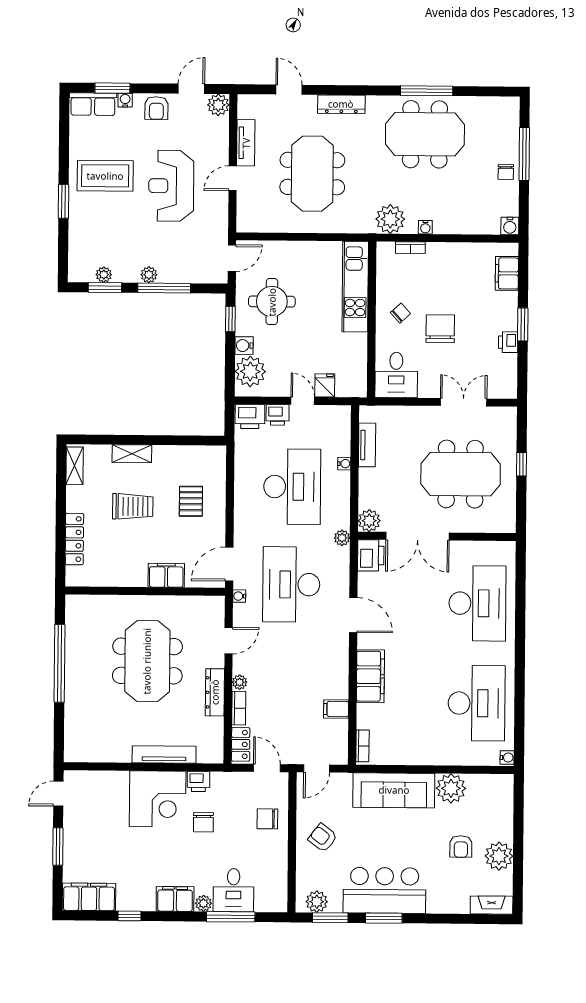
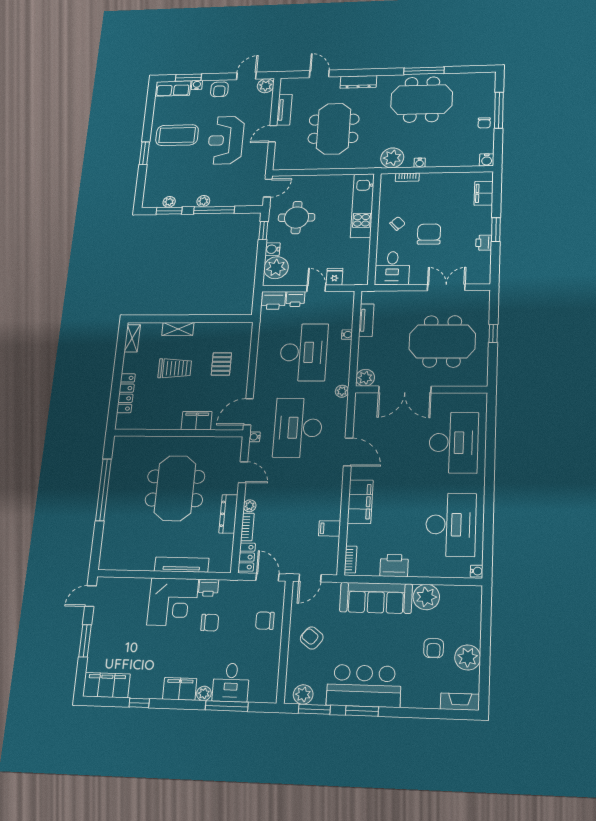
printer: (371, 555) -> (394, 566), moved, turned -90
door: (229, 641) -> (243, 472), hinge flipped
chair: (203, 822) -> (210, 623), turned -90

